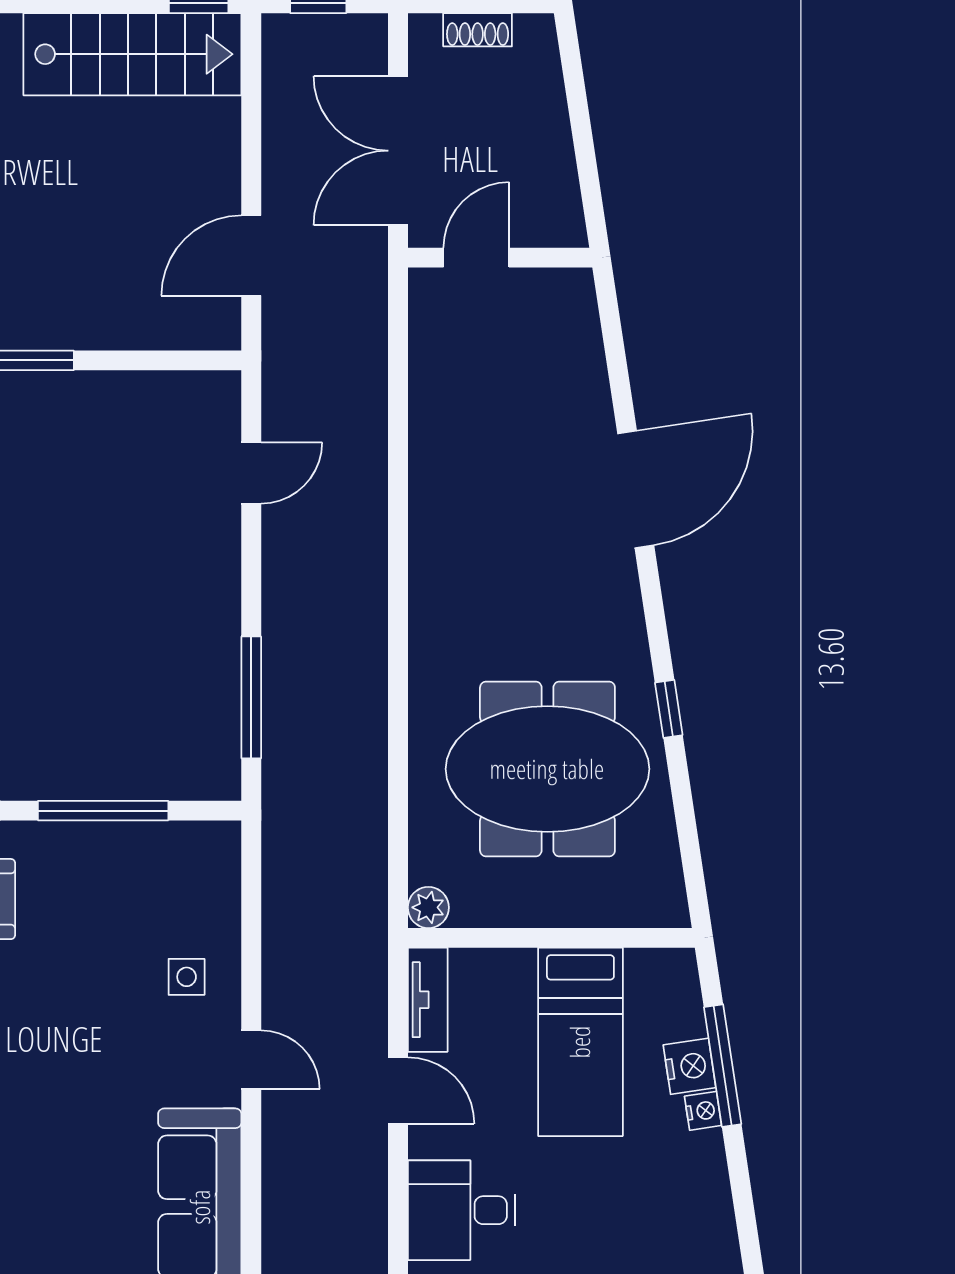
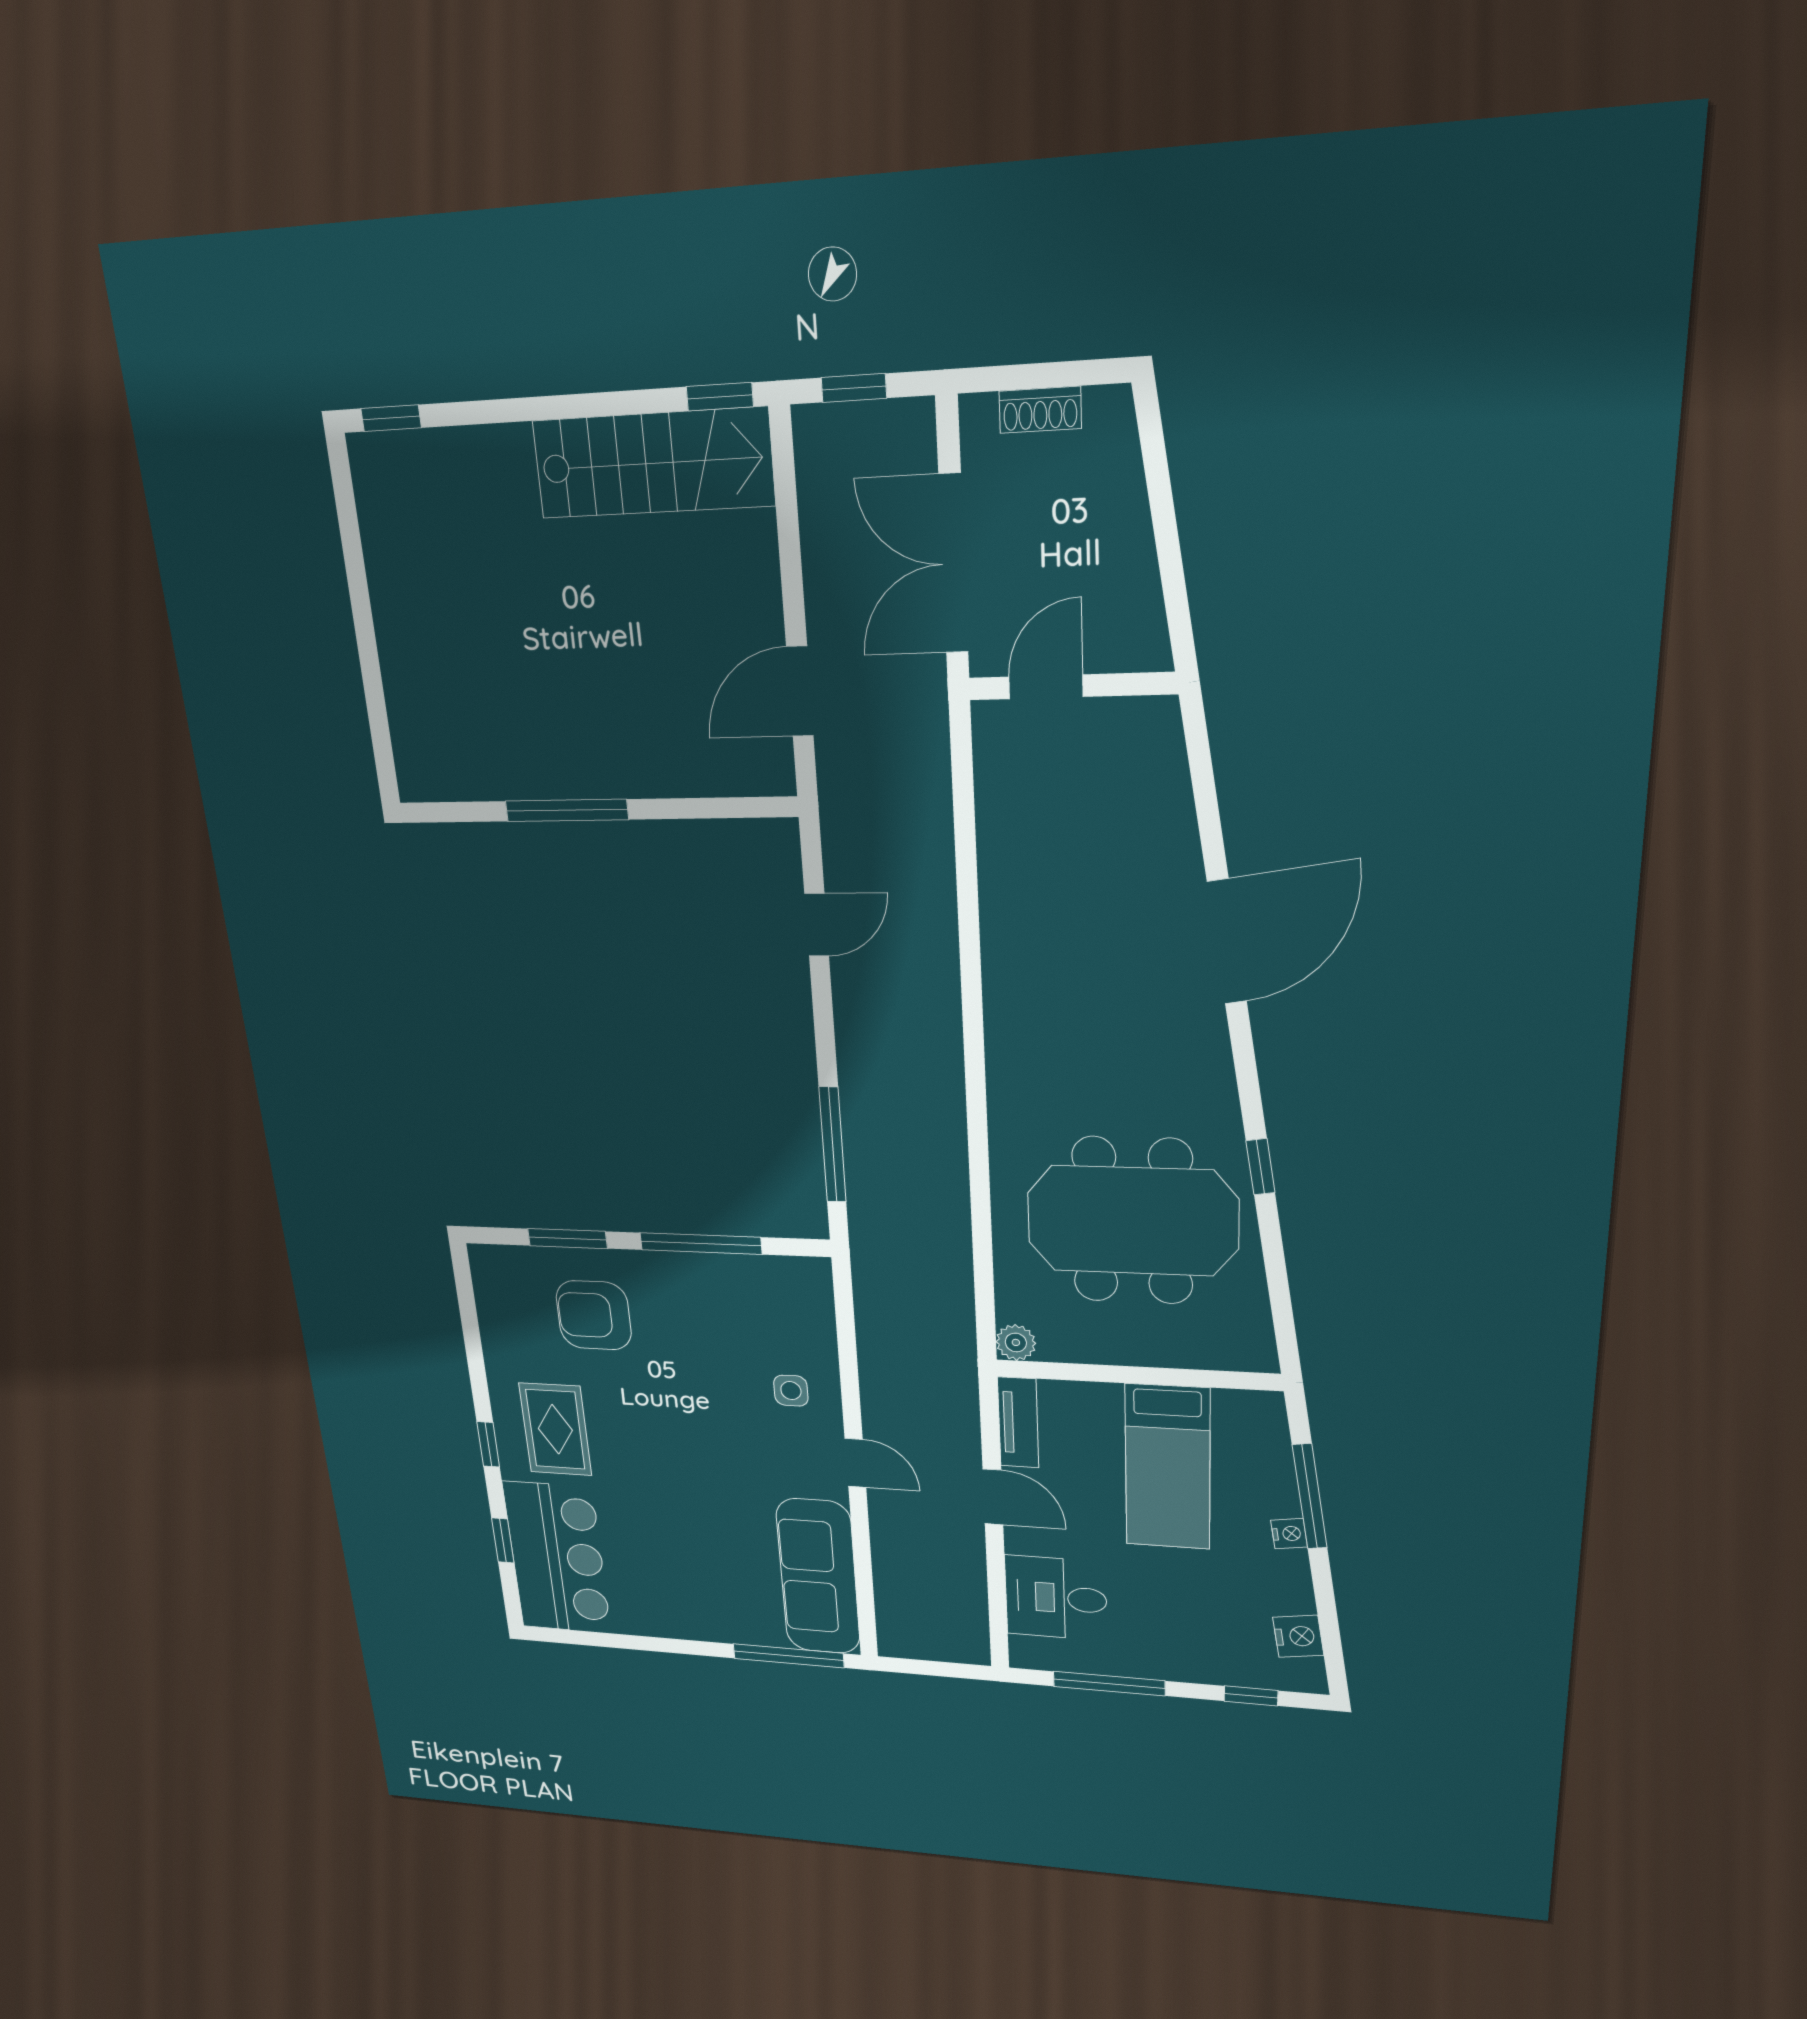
nightstand: (690, 1066) -> (1298, 1636), moved

